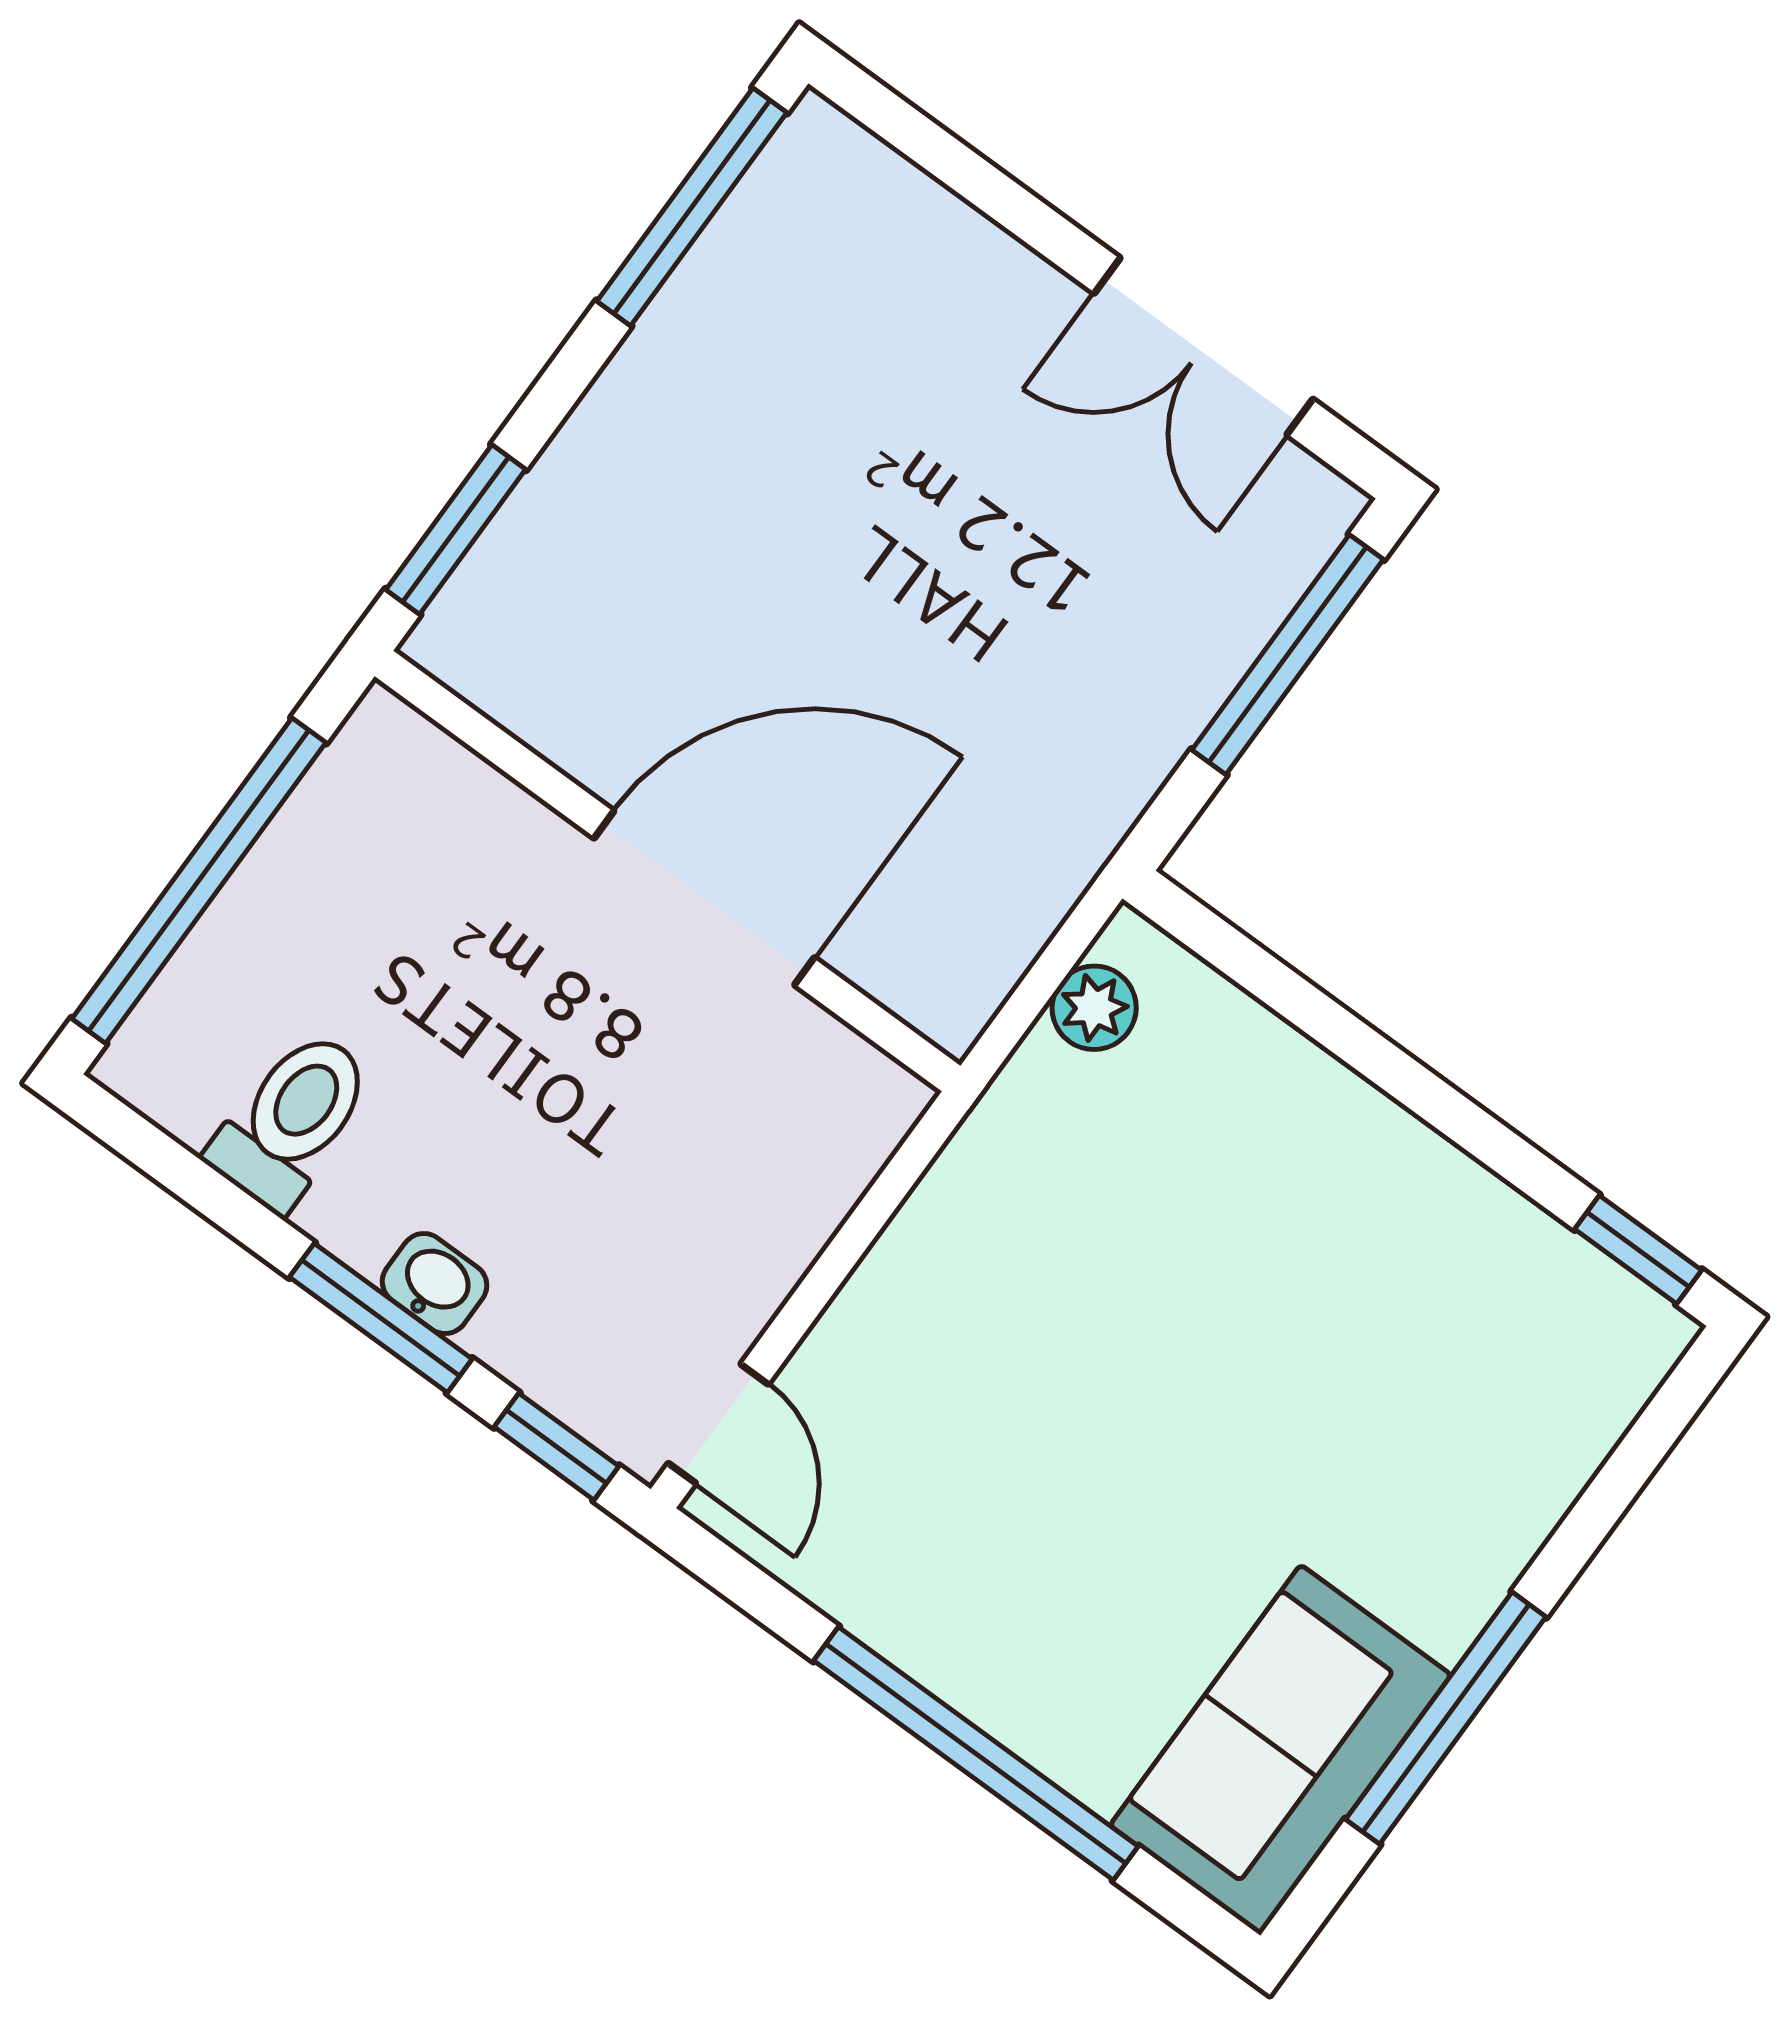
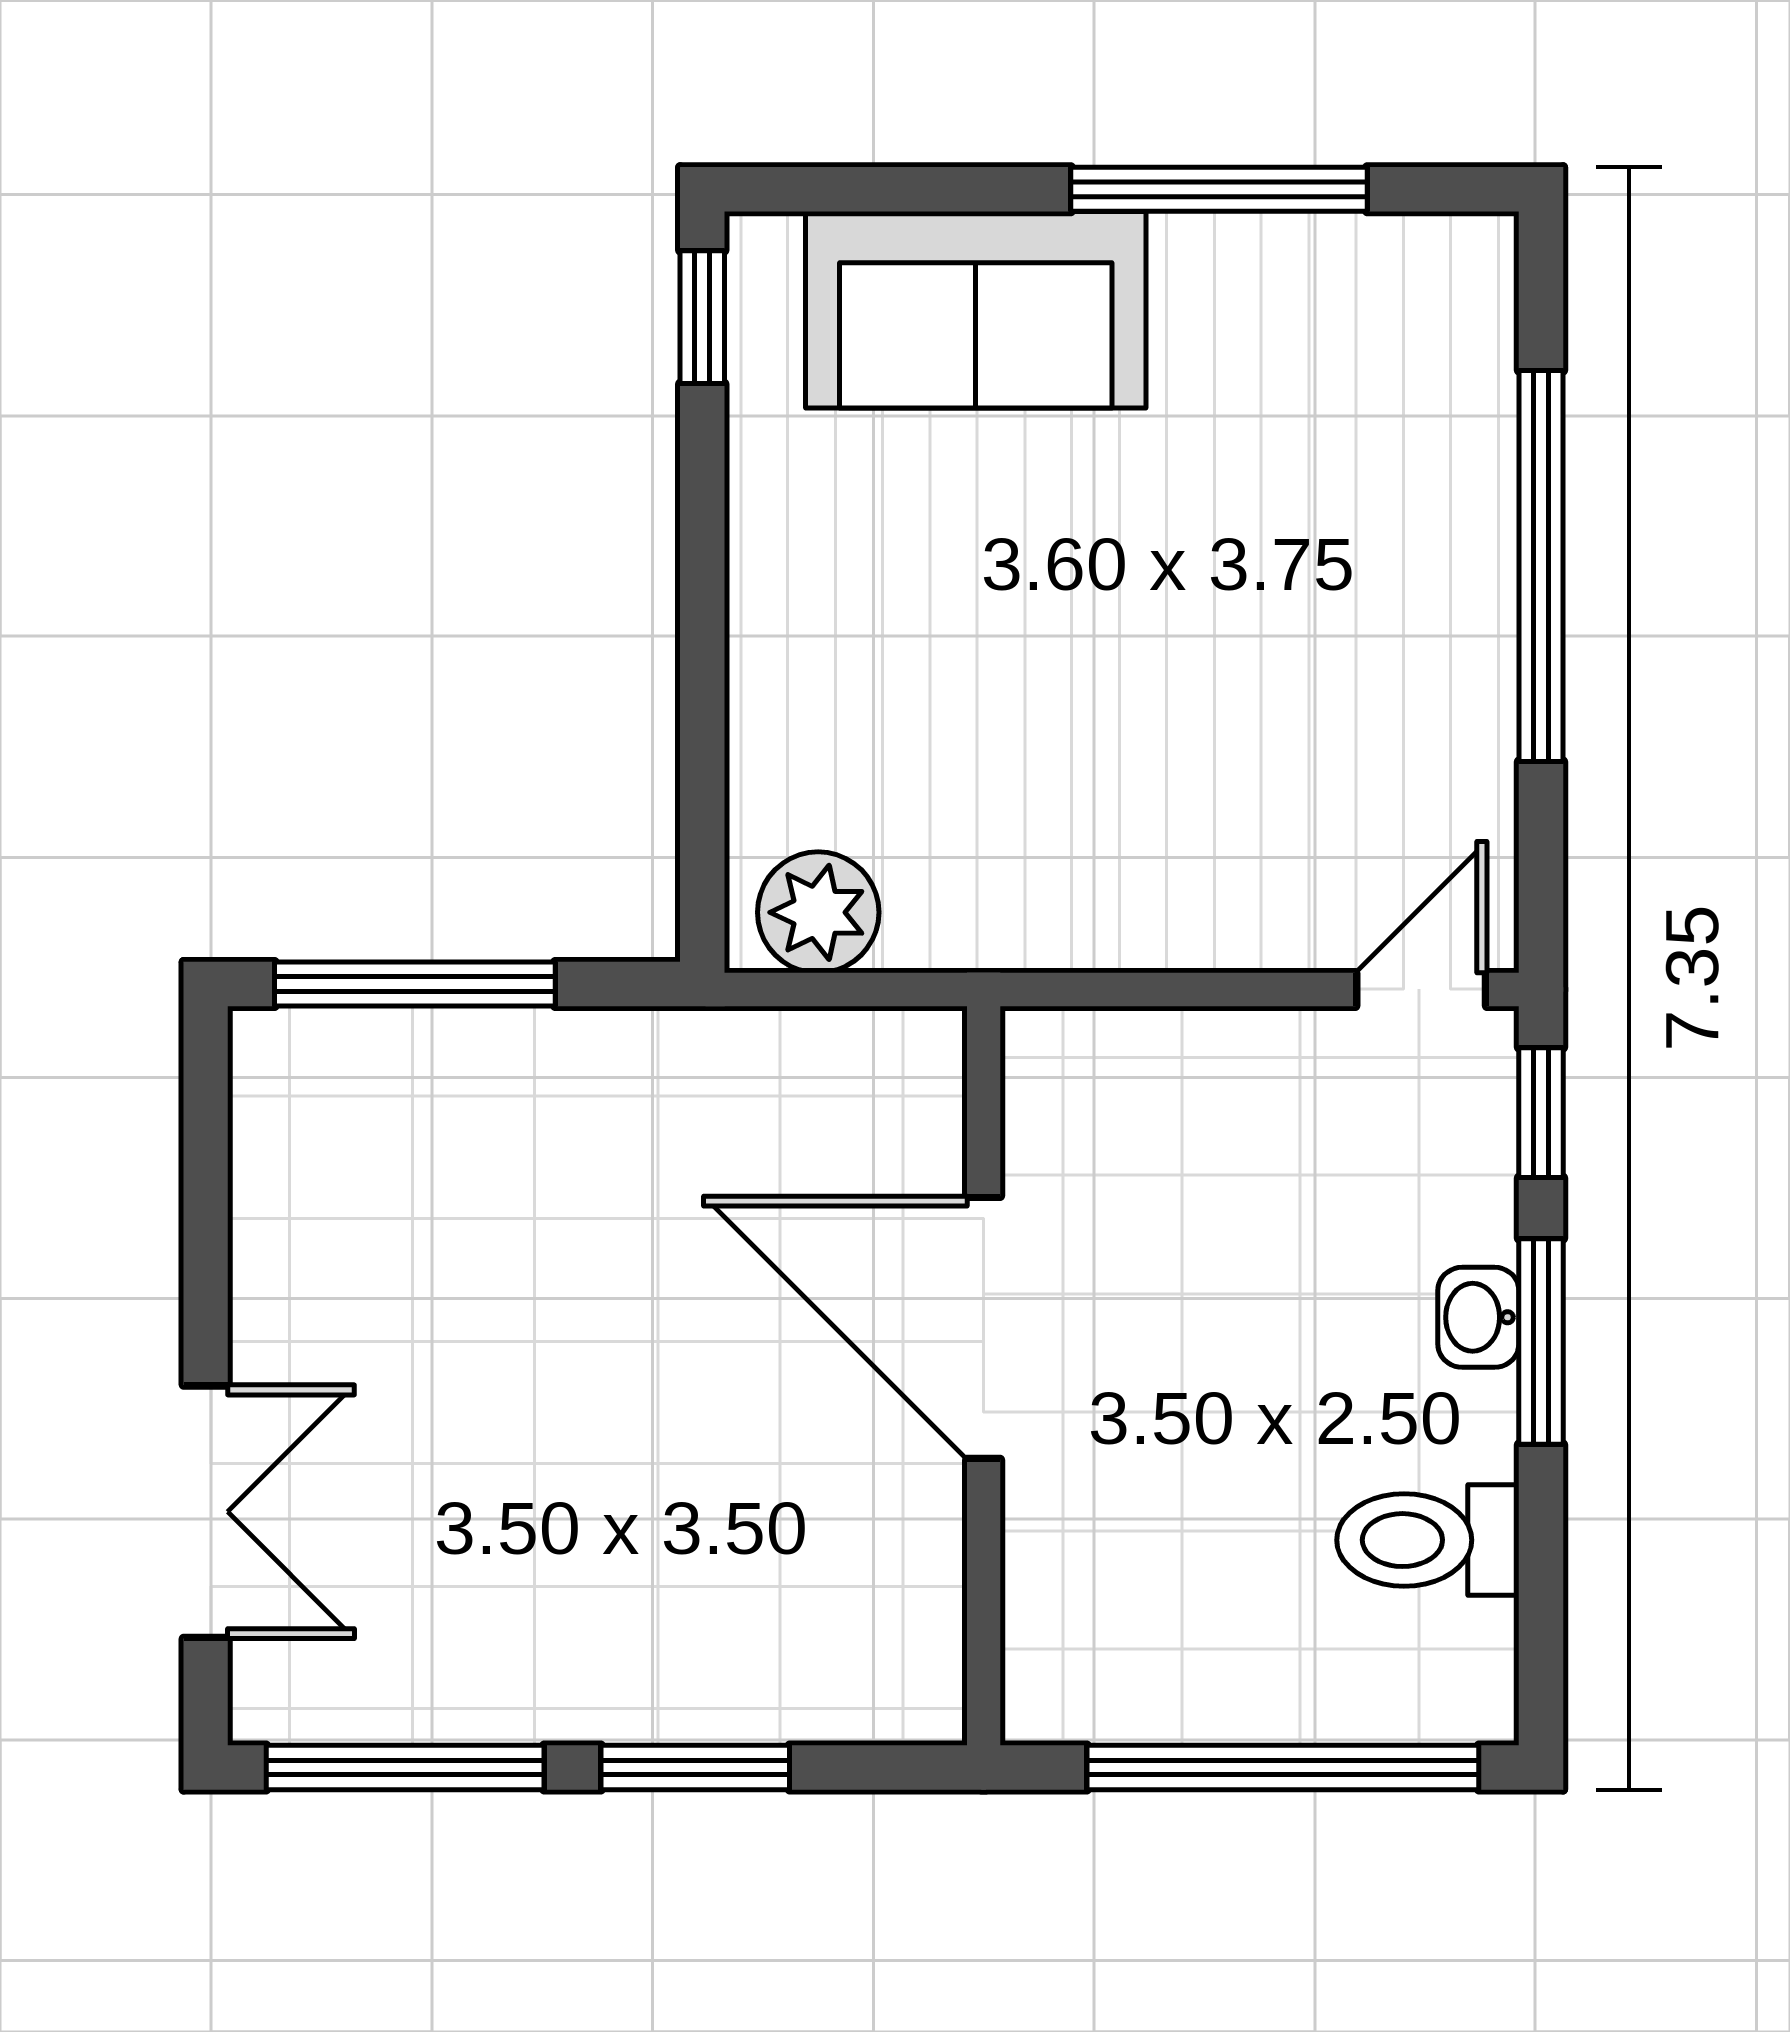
double door: (1203, 346) -> (206, 1512), moved
window: (456, 529) -> (695, 1768), moved
plant: (1094, 1008) -> (818, 912), width x1.38, depth x1.38
sofa: (1281, 1750) -> (976, 310), moved

